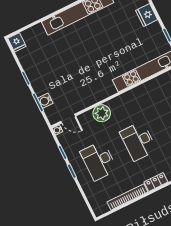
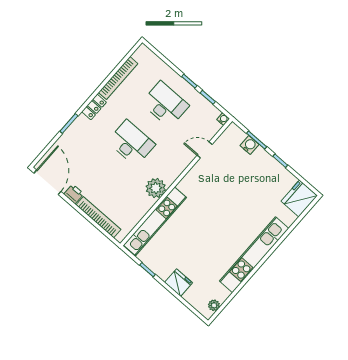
fridge: (17, 42) -> (299, 198), width x1.88, depth x1.34
plant: (102, 113) -> (156, 188), moved
door: (68, 119) -> (205, 150), moved

